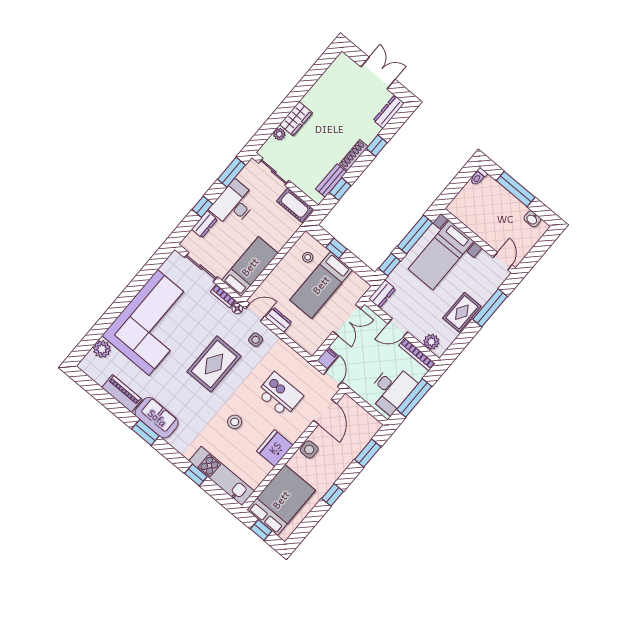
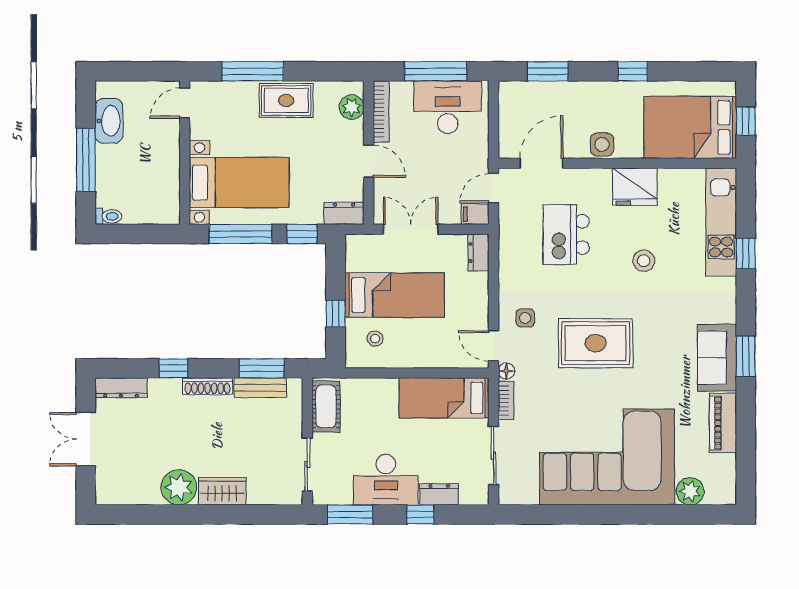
plant: (279, 134) -> (179, 487), moved, width x1.87, depth x1.87
window: (340, 189) -> (262, 368), width x1.50
washbasin: (532, 219) -> (109, 121), width x1.91, depth x1.45
dresser: (279, 320) -> (478, 252), moved

